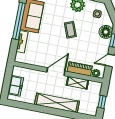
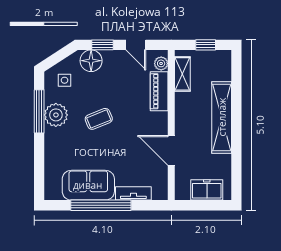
door: (56, 72) -> (171, 150), moved
shelving: (77, 83) -> (182, 74), moved

